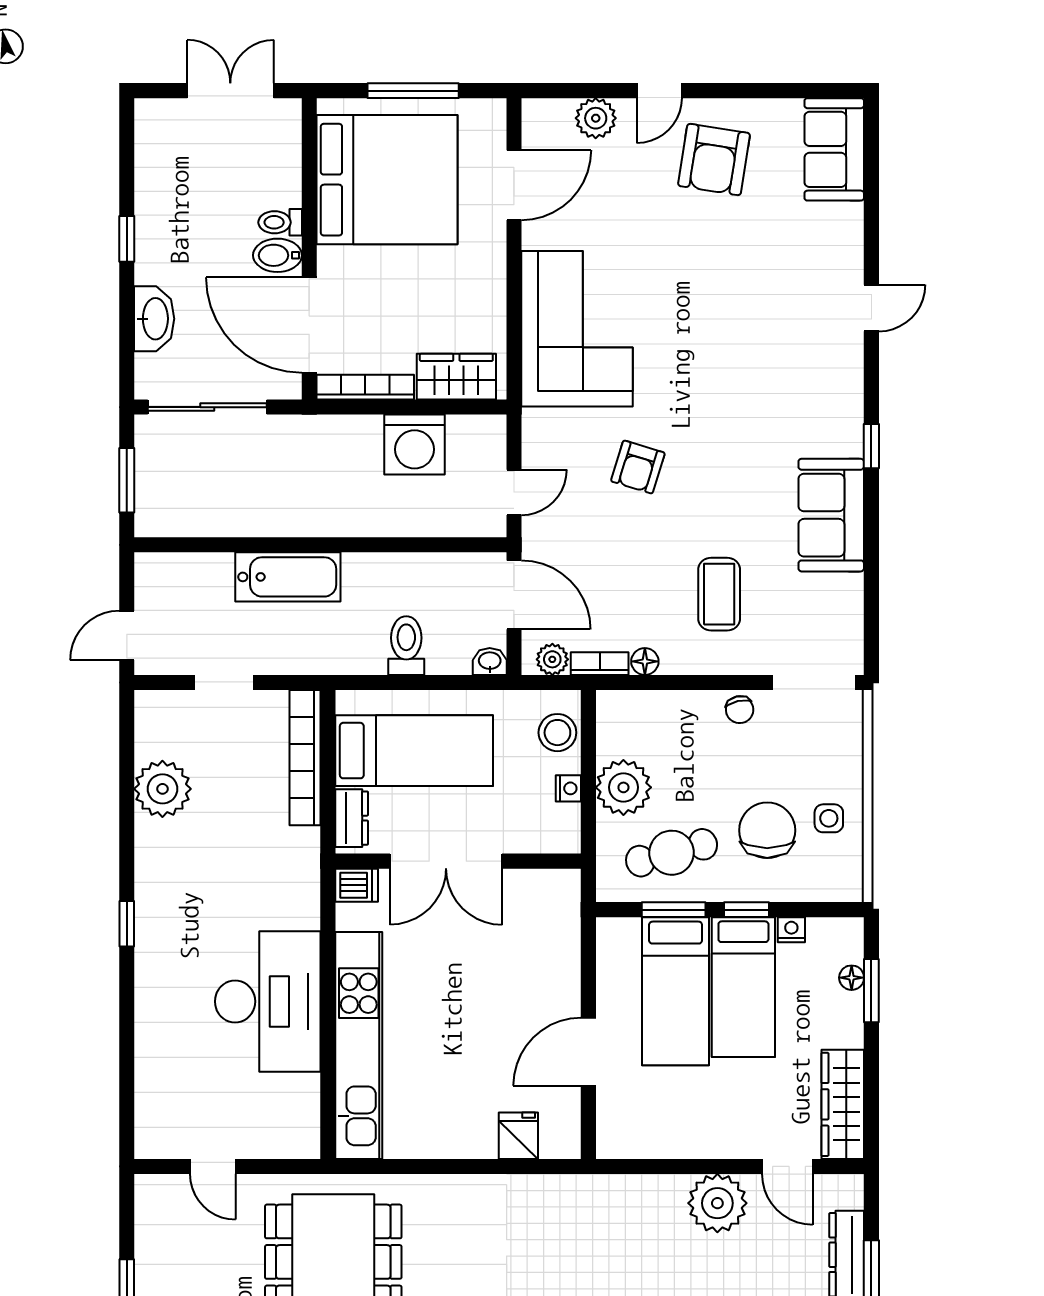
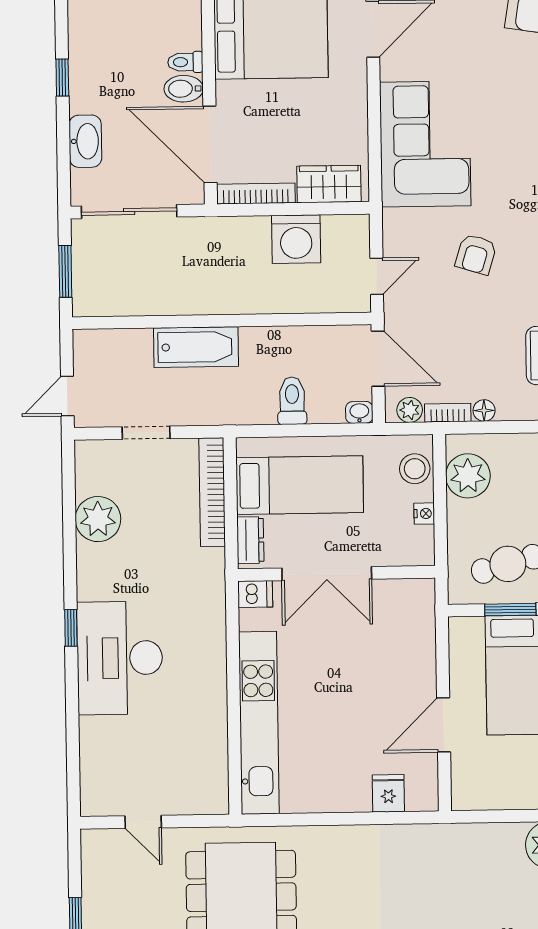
plant: (623, 787) -> (468, 476), moved
desk: (268, 1001) -> (120, 658), moved, turned 180

